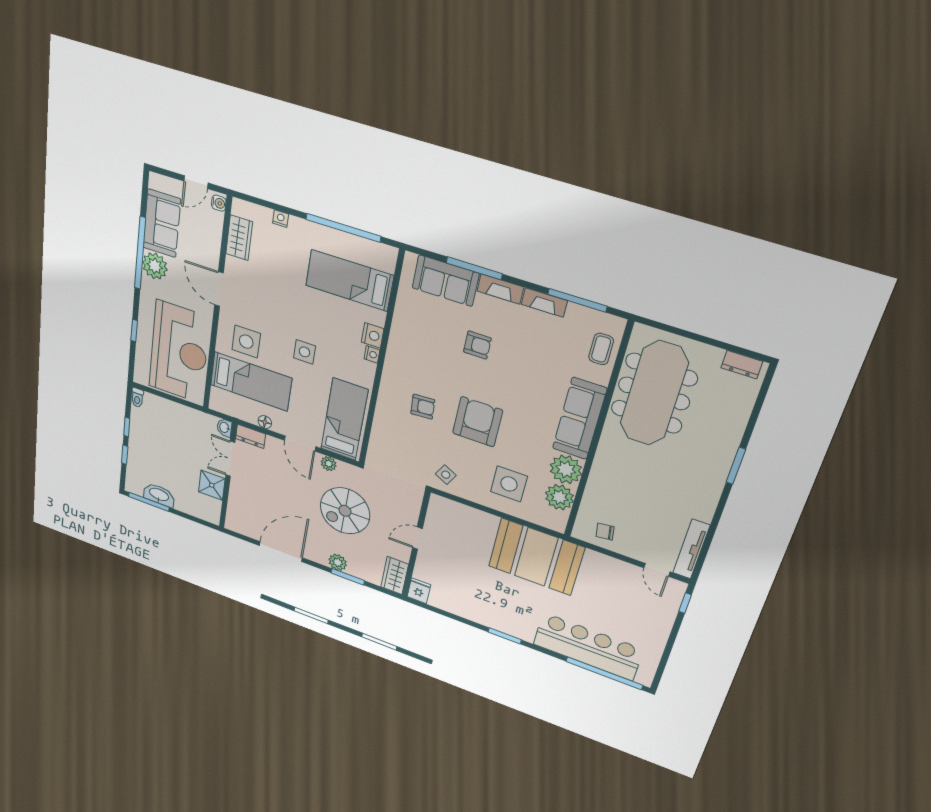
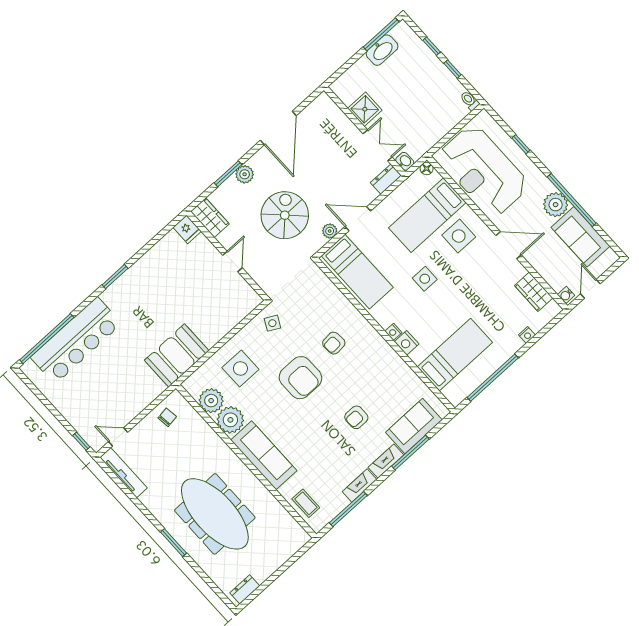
meeting table: (654, 393) -> (215, 514), moved
floor lamp: (265, 422) -> (427, 168), moved
booth: (536, 557) -> (177, 355), width x0.73, depth x0.70

